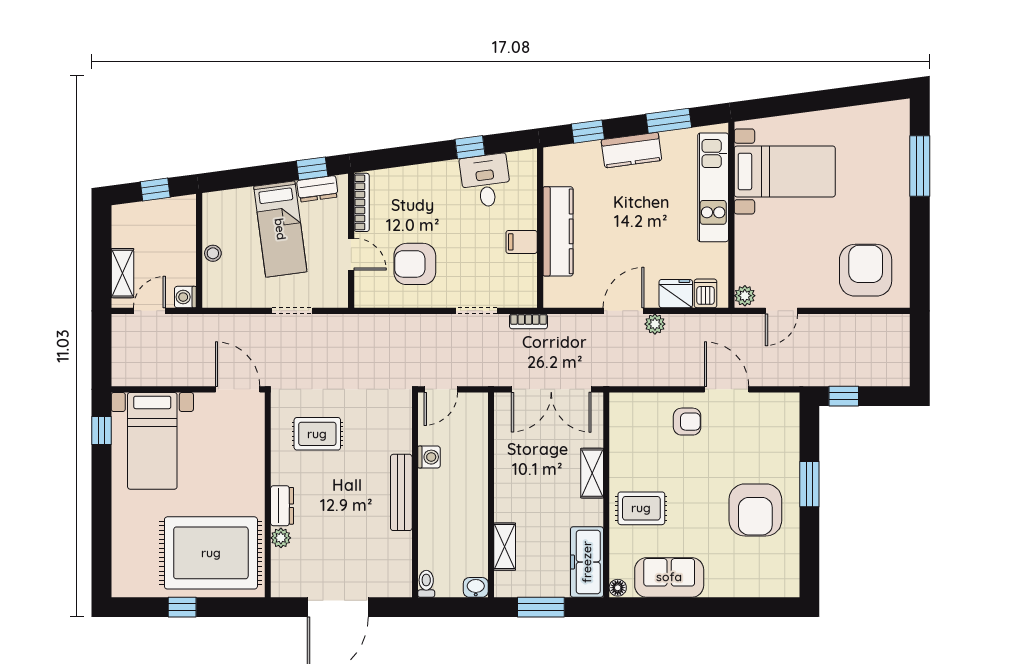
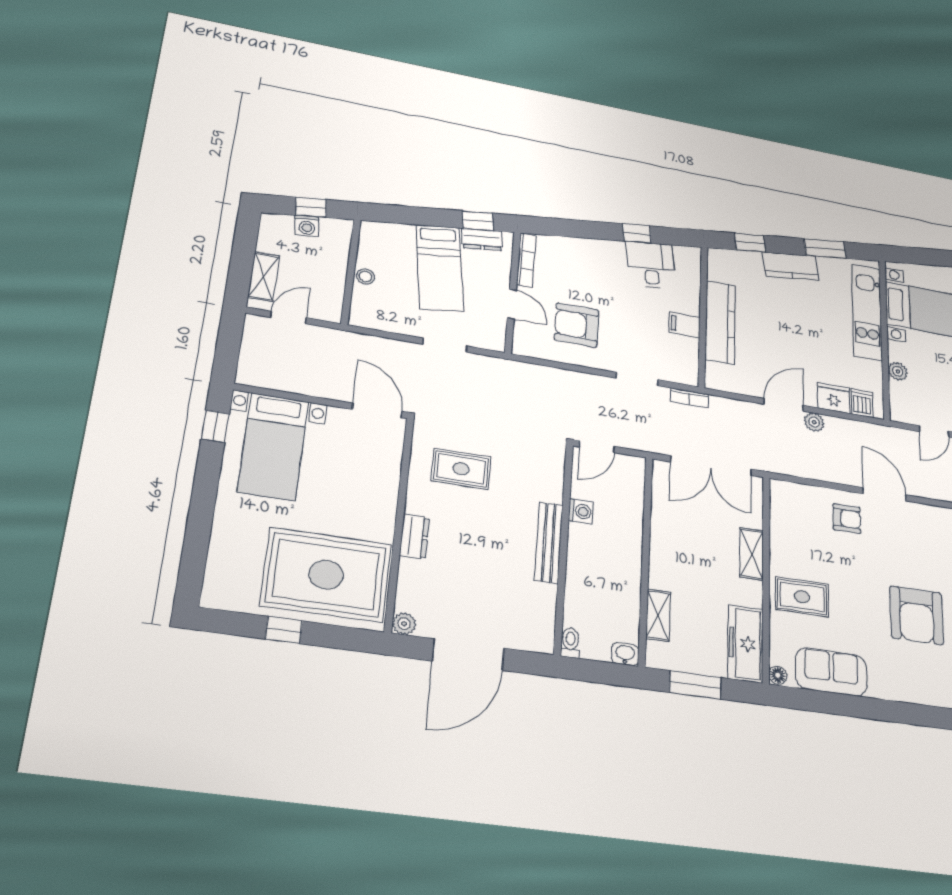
plant: (745, 296) -> (898, 371), moved
washing machine: (185, 297) -> (307, 226), moved, turned -98
plant: (281, 538) -> (404, 624), moved

